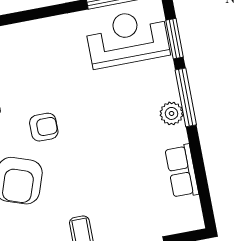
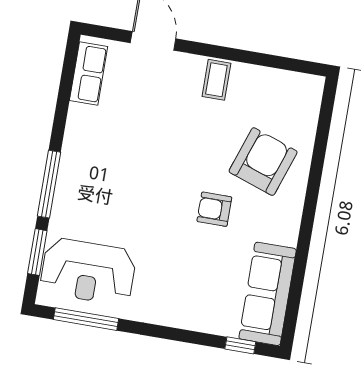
plant: (172, 113) -> (71, 172), removed
row of seats: (182, 171) -> (89, 73), moved

